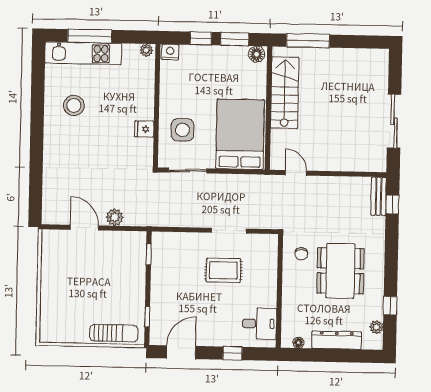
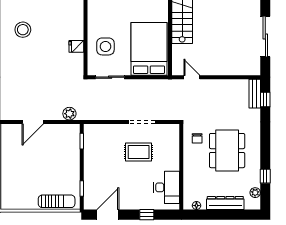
plant: (115, 217) -> (69, 114), moved
door: (84, 228) -> (33, 122), swing flipped
desk: (259, 324) -> (167, 187), width x1.37

